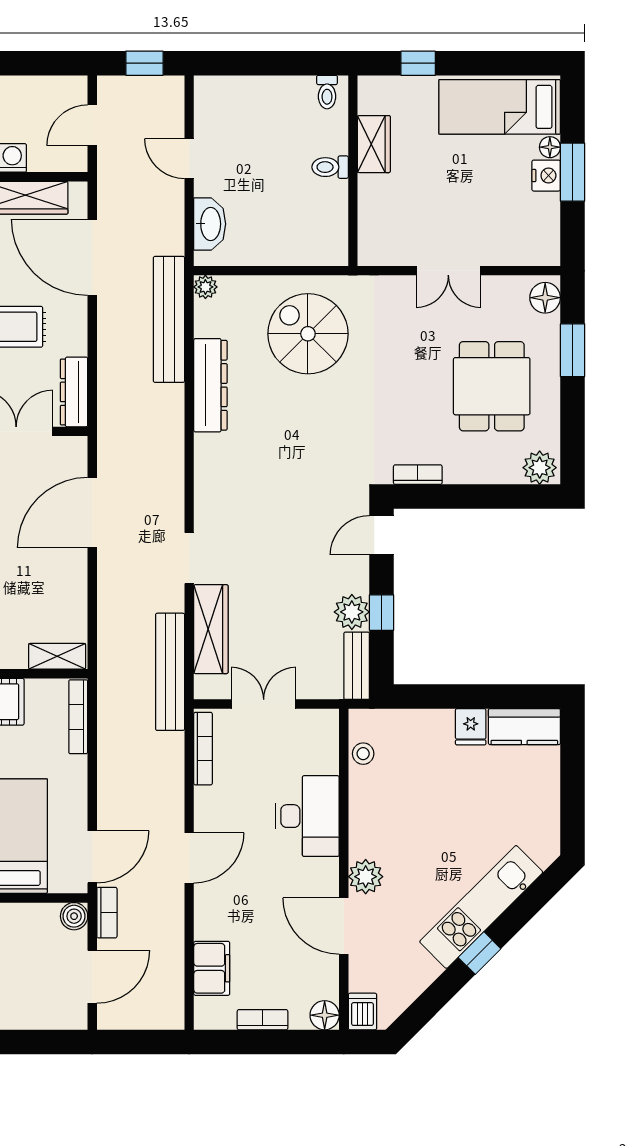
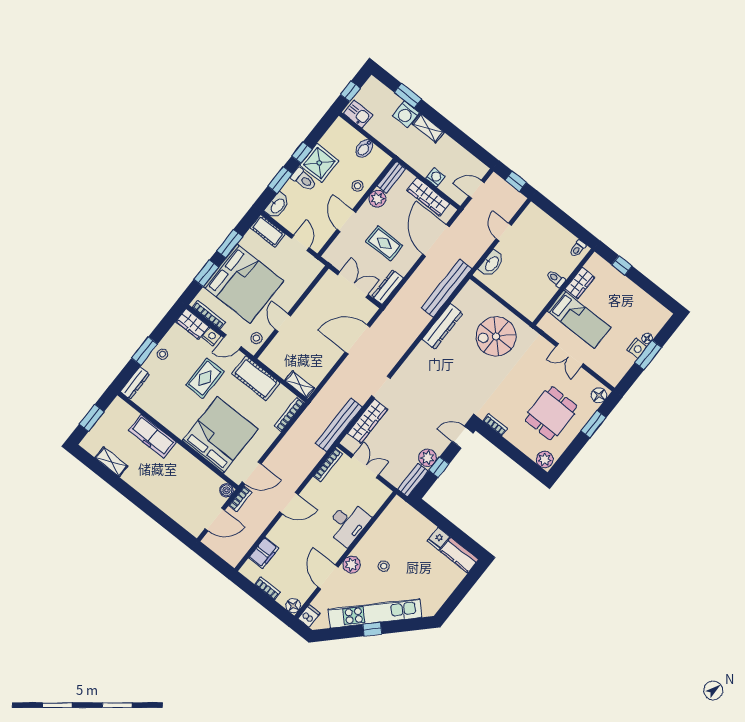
bed: (500, 107) -> (579, 319), moved, turned 180
plant: (205, 287) -> (471, 287), removed
spiral stairs: (308, 334) -> (496, 336), turned -90
stool: (363, 754) -> (384, 566), moved
kitchen unit: (481, 907) -> (375, 613), width x1.36

